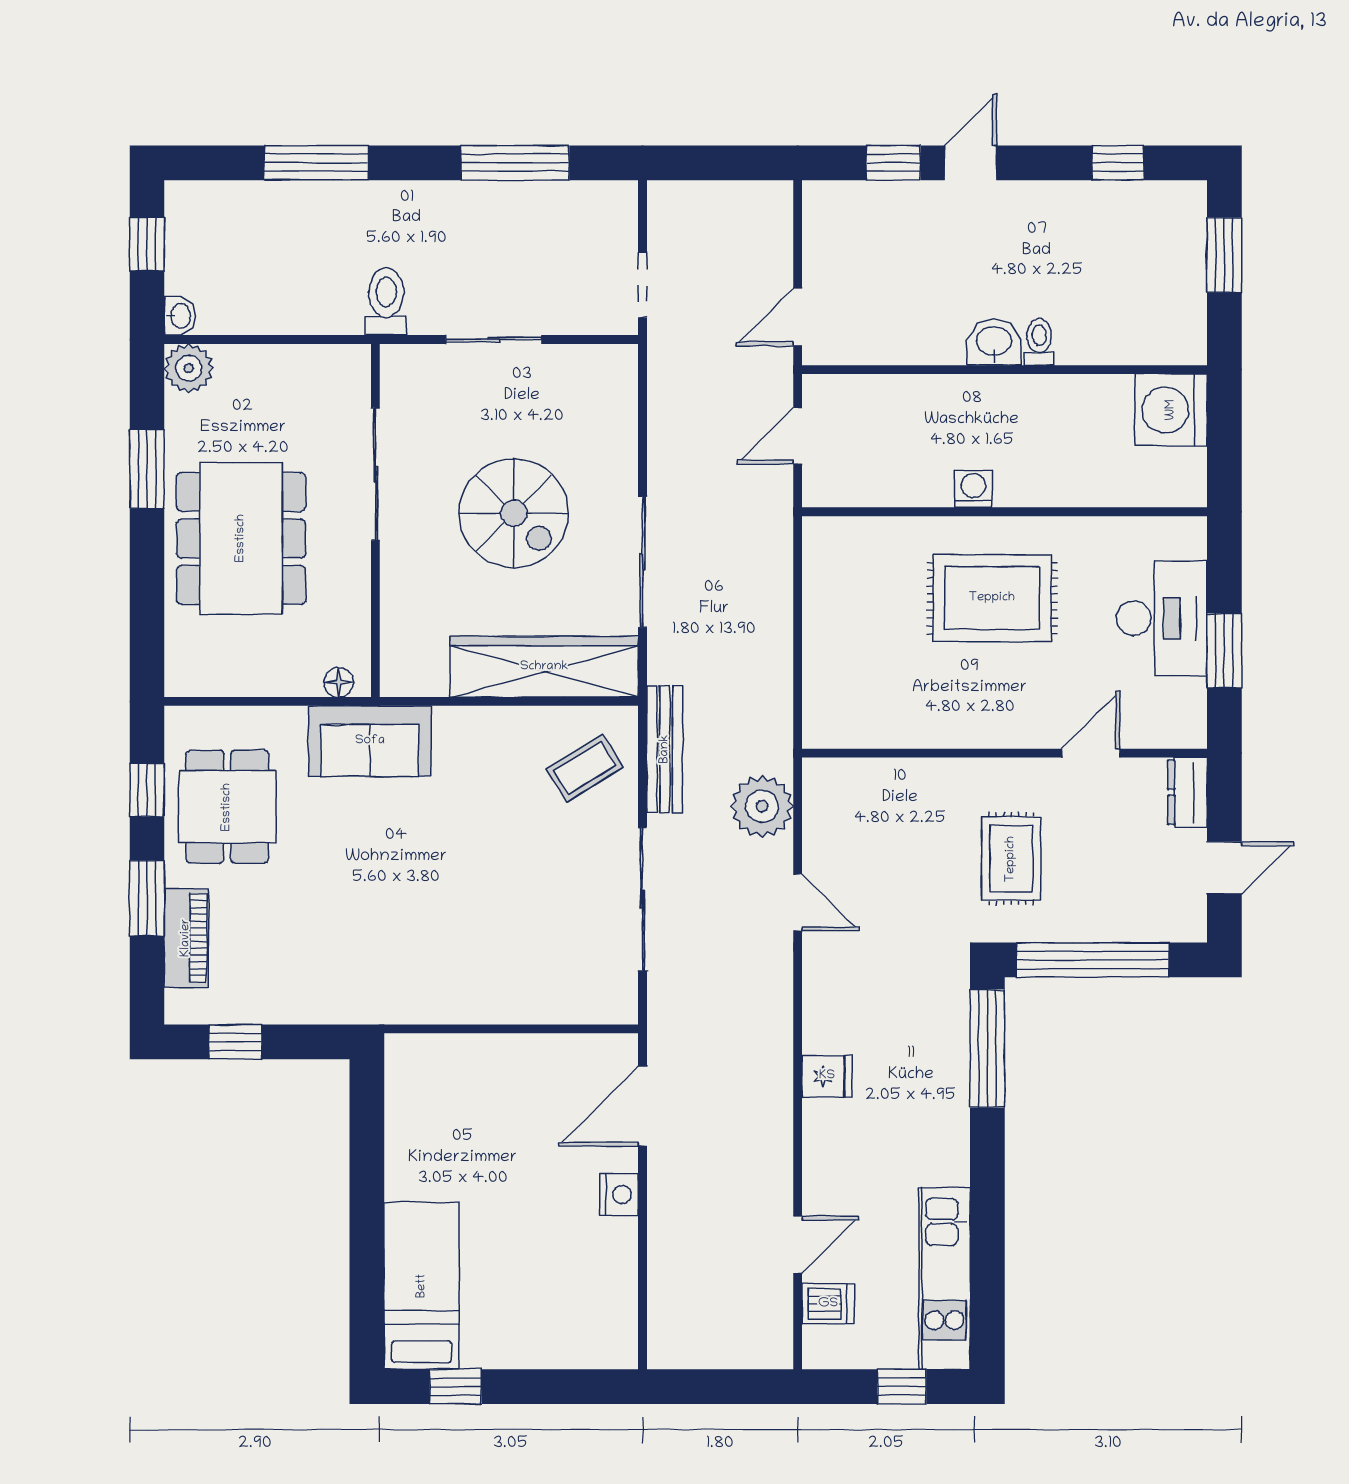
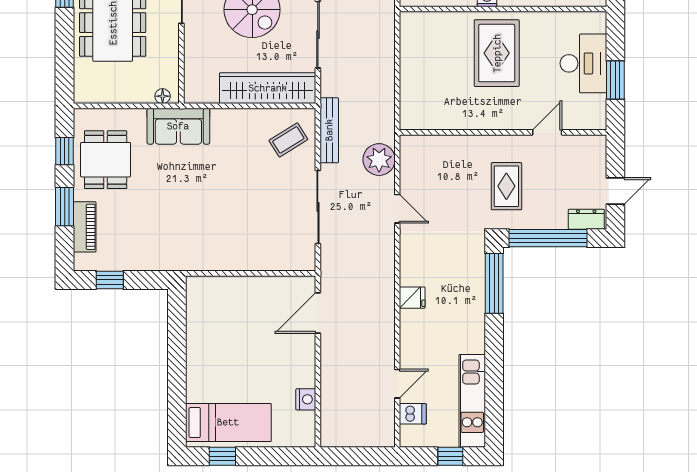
rug: (992, 598) -> (497, 53), turned 90
dresser: (1187, 792) -> (586, 219), moved, turned 90
nightstand: (619, 1195) -> (306, 399), moved
bed: (422, 1286) -> (228, 422), moved, turned 90

